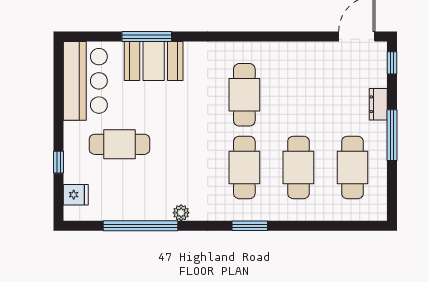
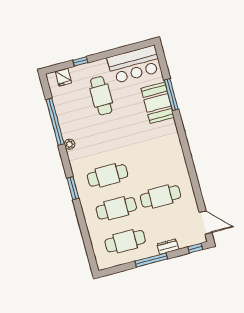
cafe table: (244, 95) -> (160, 196), moved

